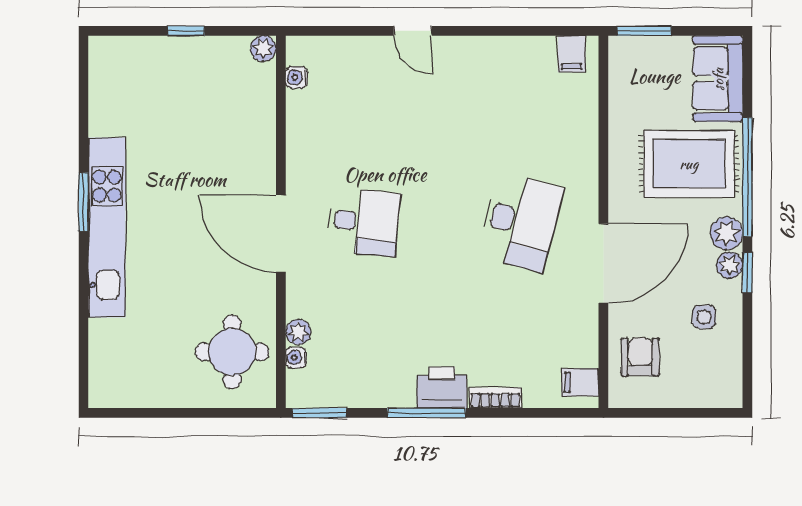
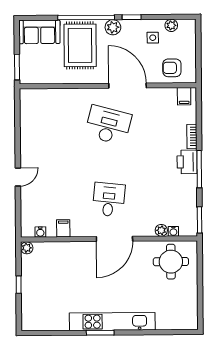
filing cabinet: (572, 54) -> (63, 228), moved, turned -90
plant: (730, 265) -> (171, 25), moved

